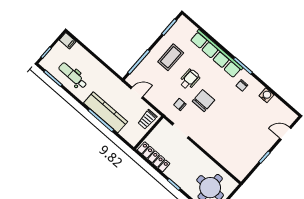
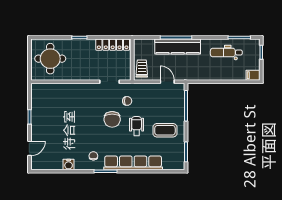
coffee table: (171, 57) -> (165, 130), turned 90
dental chair: (73, 76) -> (226, 53), turned 180
wheelchair: (189, 79) -> (137, 126), turned 180
door: (137, 93) -> (167, 82), swing flipped

